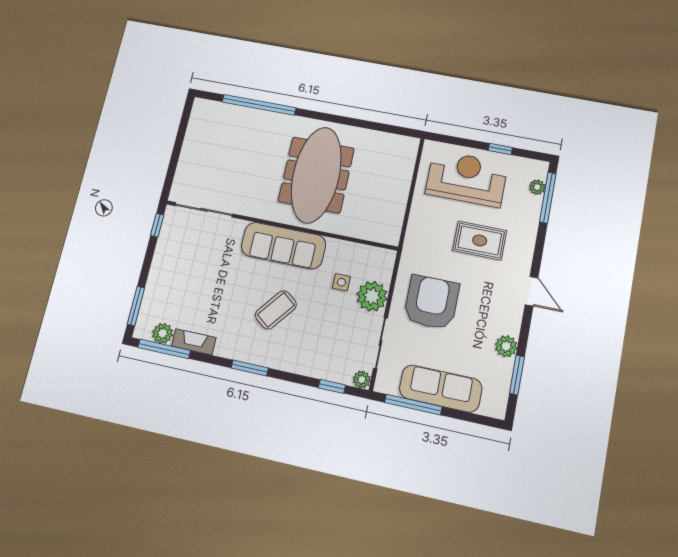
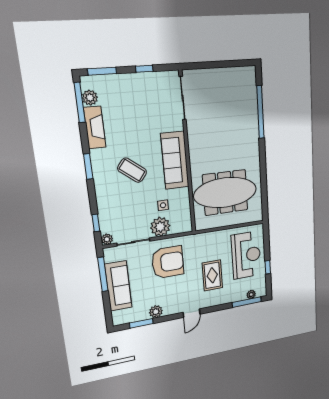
meeting table: (316, 175) -> (225, 193), moved
window: (157, 225) -> (144, 69), moved
fireplace: (194, 342) -> (95, 127), width x1.37, depth x1.32

